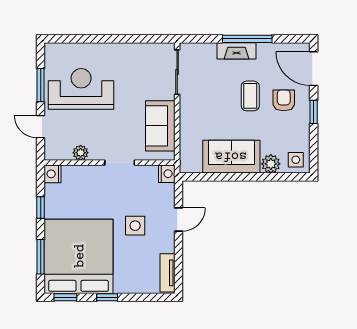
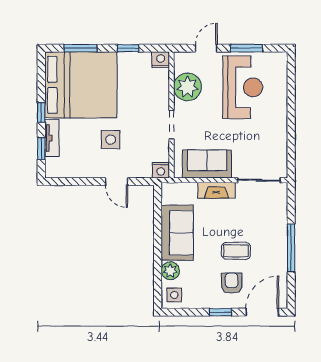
fireplace: (237, 51) -> (216, 190), moved, turned -90
armchair: (284, 100) -> (232, 283), turned -90
plant: (81, 153) -> (188, 87), width x1.87, depth x1.87
tv unit: (168, 273) -> (52, 138), moved, turned 90
window: (65, 297) -> (41, 149), moved

